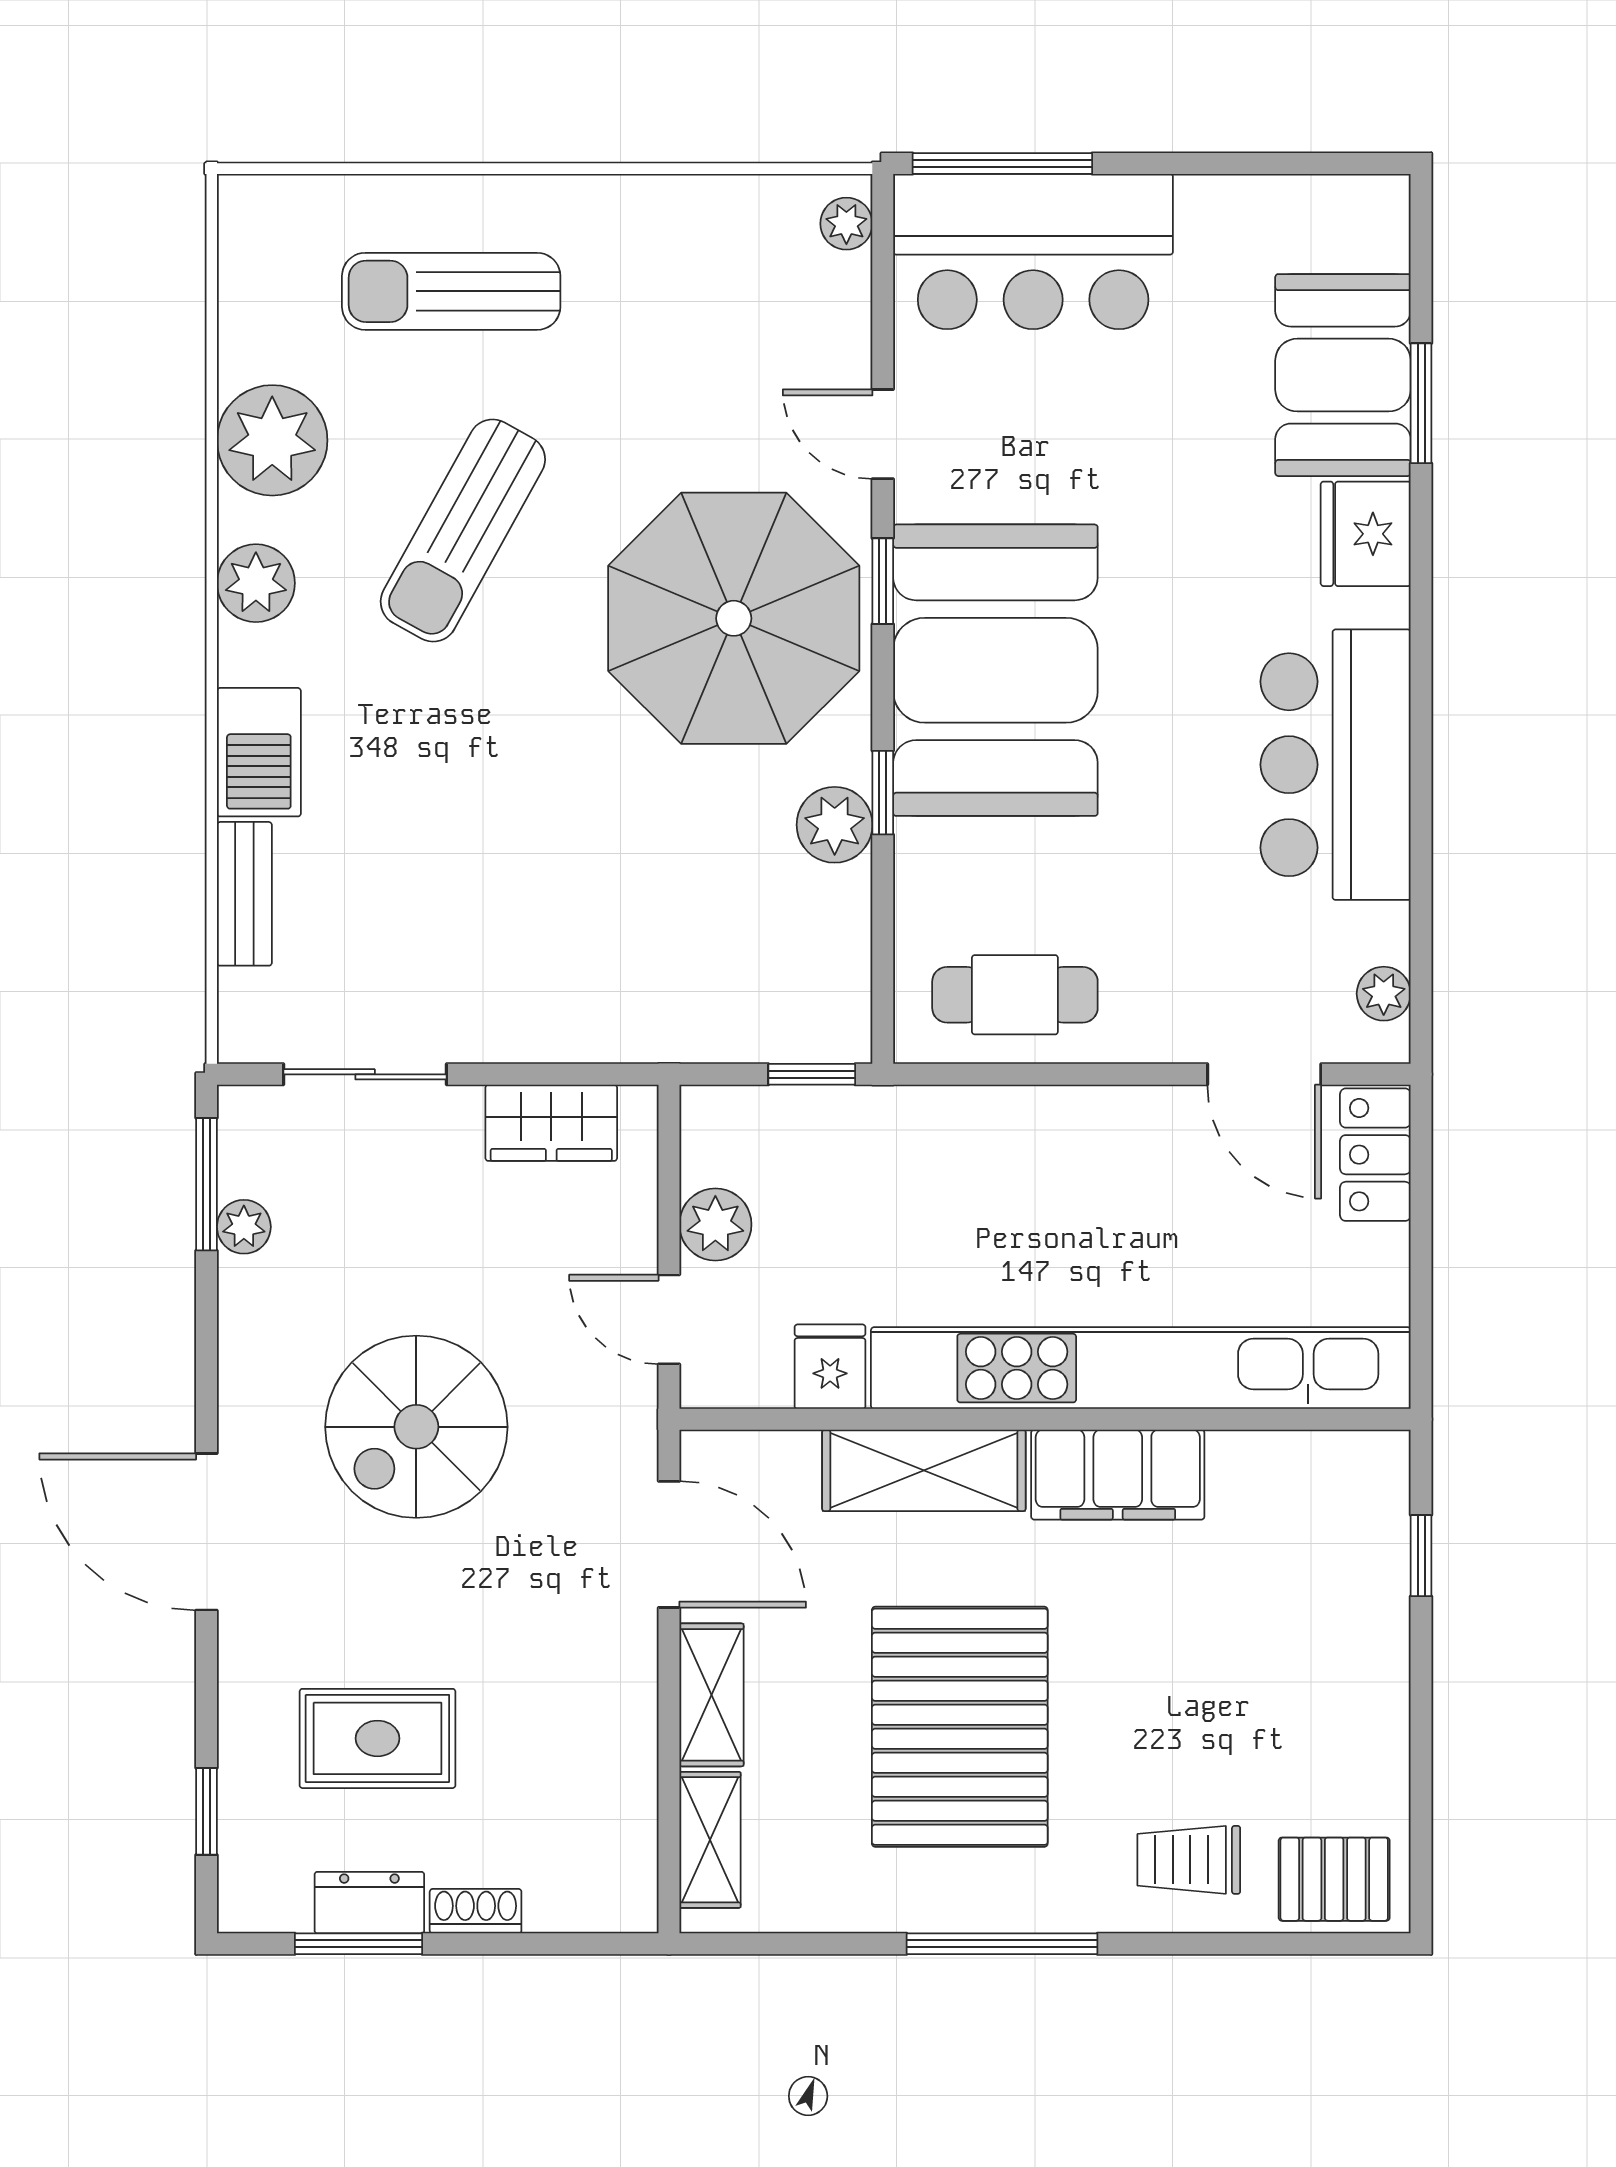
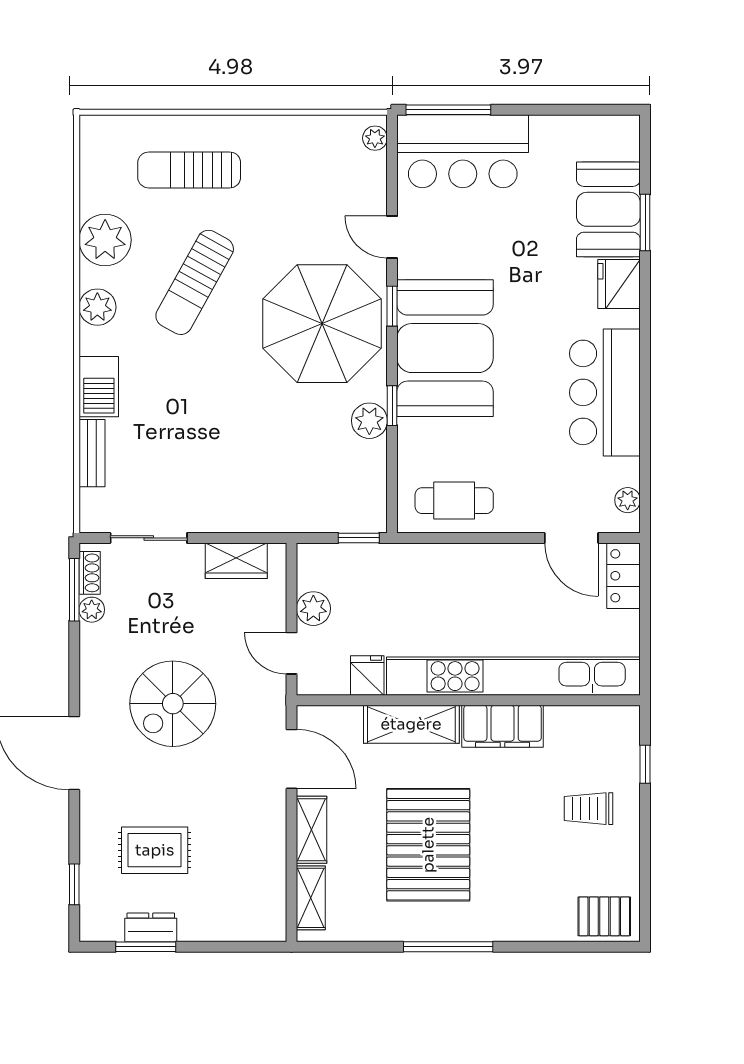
trolley: (1189, 1860) -> (588, 809), moved
shoe rack: (476, 1911) -> (90, 573), moved, turned 90

